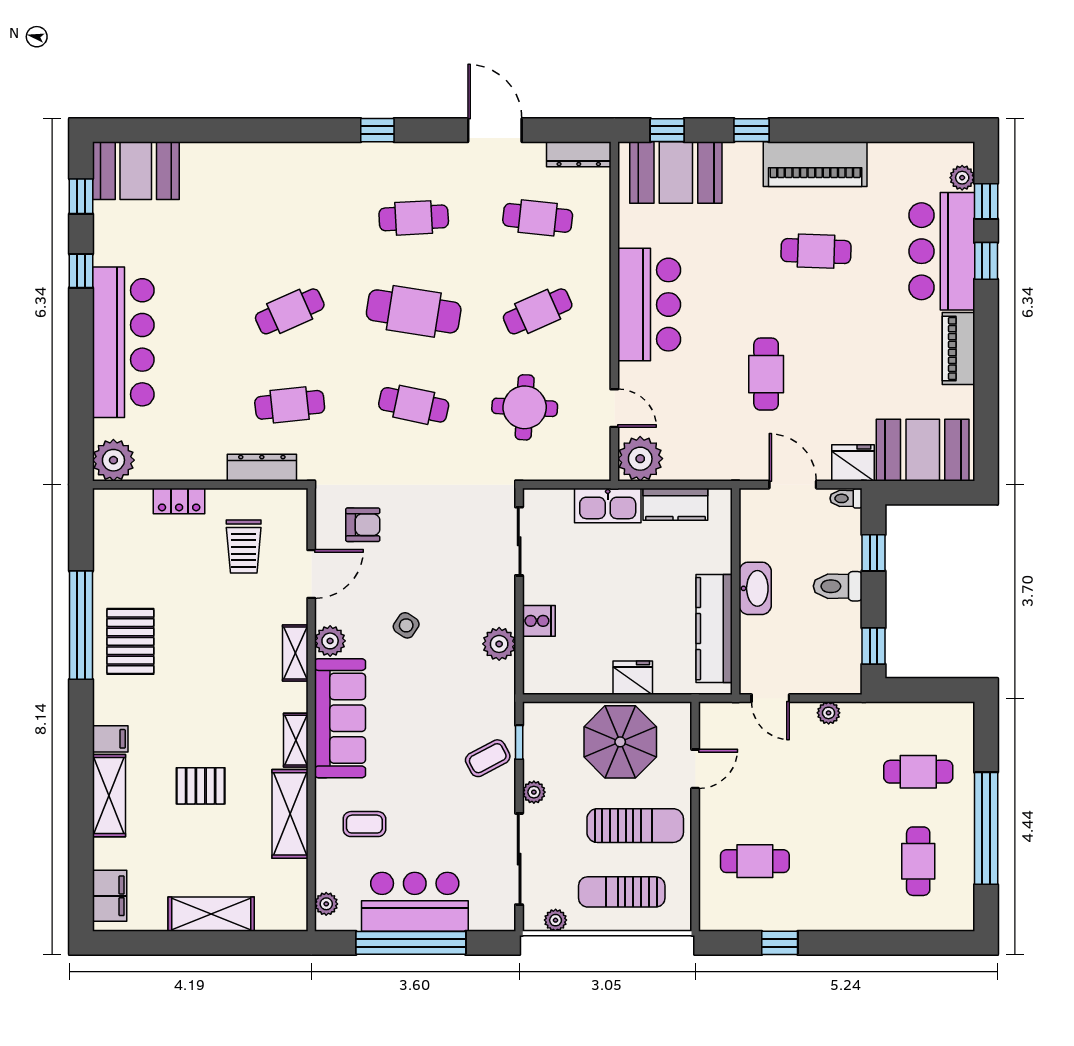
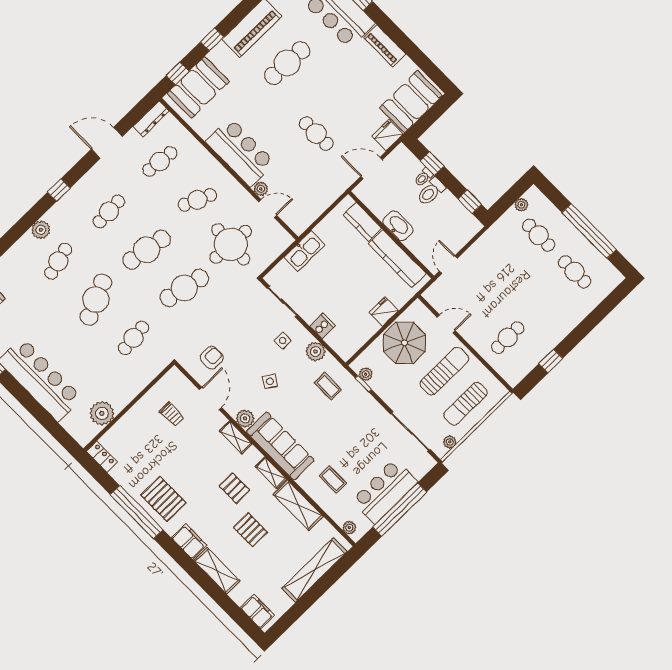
plant: (307, 158) -> (41, 230), added
cafe table: (290, 218) -> (58, 261), added
cafe table: (816, 251) -> (287, 63), width x1.37, depth x1.35
cafe table: (290, 311) -> (96, 300), width x1.37, depth x1.35
cafe table: (538, 311) -> (197, 200), turned 48
cafe table: (414, 405) -> (184, 288), width x1.37, depth x1.35
round table: (525, 407) -> (231, 244), width x1.36, depth x1.36
plant: (640, 459) -> (261, 189), moved, width x0.53, depth x0.53
plant: (113, 460) -> (102, 413), moved
dresser: (262, 468) -> (147, 375), removed
toilet: (846, 498) -> (424, 177), moved
locker: (179, 501) -> (102, 457), moved, turned -90
kitchen counter: (675, 504) -> (362, 222), moved, turned 90
trolley: (244, 547) -> (172, 414), width x0.73, depth x0.72
side table: (472, 590) -> (283, 341), added
door: (770, 698) -> (448, 265), swing flipped
plant: (829, 713) -> (521, 205), moved
pallet: (232, 714) -> (234, 488), added
filing cabinet: (110, 739) -> (189, 542), width x2.00
coffee table: (488, 758) -> (328, 386), moved, turned -62
door: (695, 769) -> (446, 324), hinge flipped
cafe table: (918, 772) -> (539, 235), turned 90
pallet: (201, 786) -> (250, 530), turned 90
plant: (534, 792) -> (366, 374), moved
coffee table: (364, 824) -> (333, 480), turned 90
shelving: (211, 914) -> (315, 570), width x1.47

